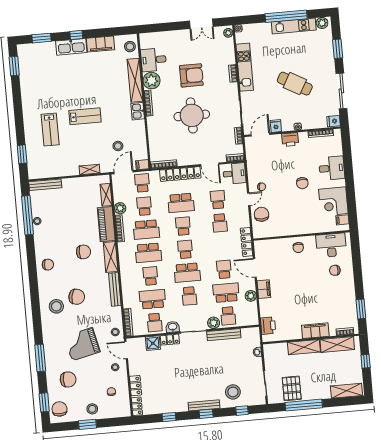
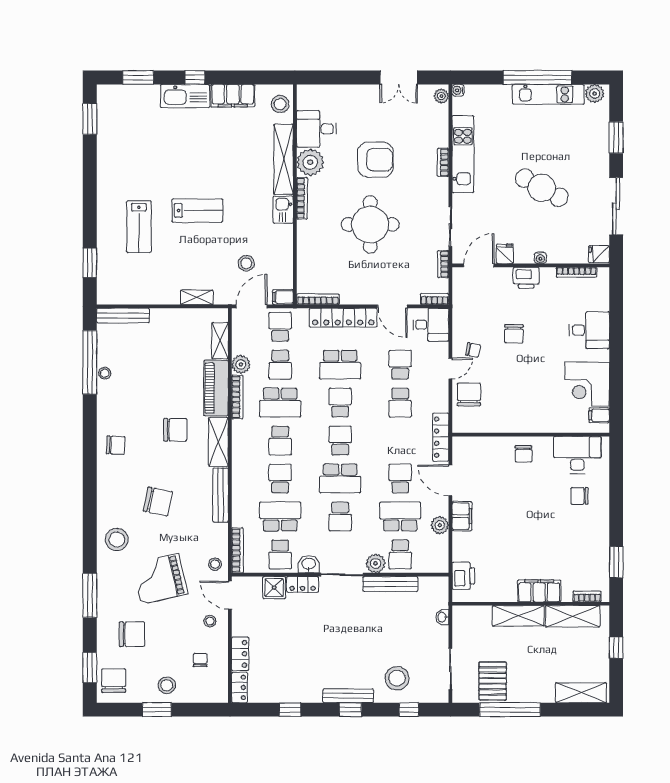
chair: (302, 183) -> (514, 334), moved
school desk: (144, 206) -> (280, 365), turned 180
school desk: (148, 253) -> (280, 441), width x0.54
stool: (56, 306) -> (117, 540), moved

